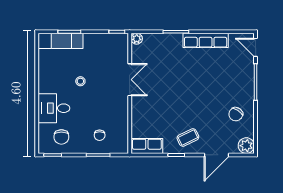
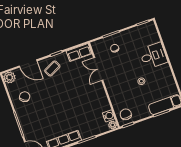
water cooler: (138, 52) -> (109, 116), added
double door: (130, 80) -> (98, 69), moved
chair: (61, 137) -> (126, 114), moved
door: (216, 155) -> (28, 63), swing flipped

